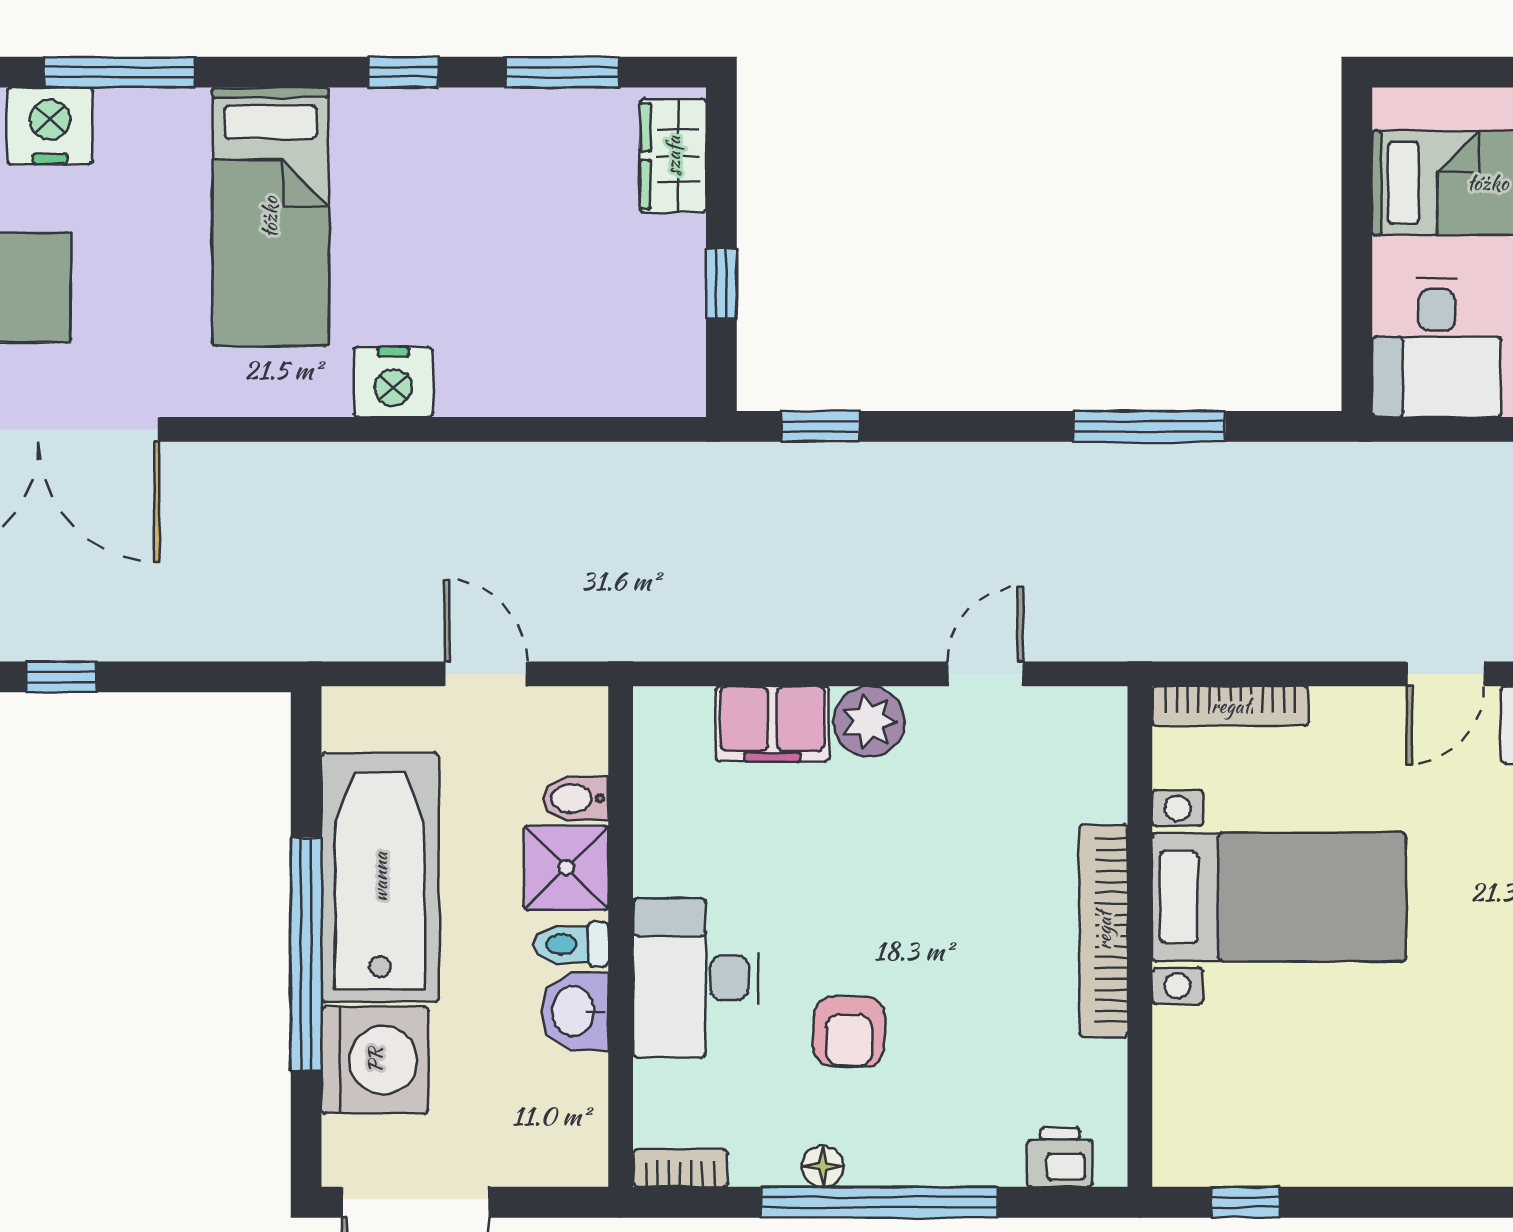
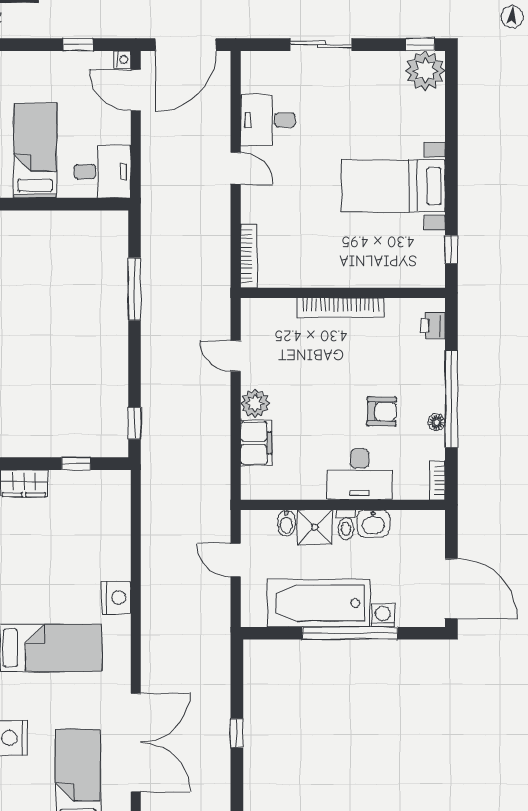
door: (486, 674) -> (236, 560), hinge flipped
bed with nightstands: (1279, 897) -> (393, 186), moved, turned -90
washing machine: (375, 1060) -> (383, 615), width x0.53, depth x0.53

